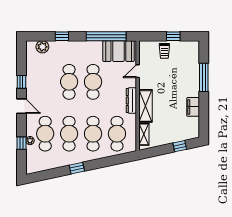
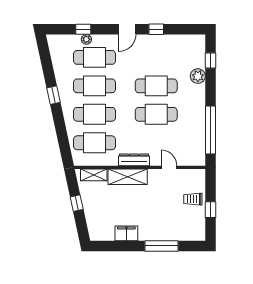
window: (62, 36) -> (210, 60), moved
plant: (42, 47) -> (198, 76), moved
booth: (118, 51) -> (193, 145), removed
window: (180, 146) -> (77, 203), moved

